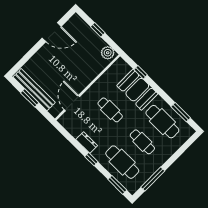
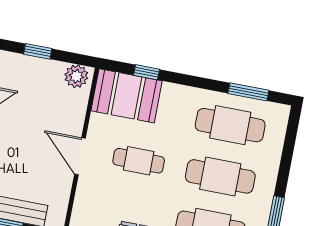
booth: (137, 90) -> (127, 96), moved
door: (72, 103) -> (80, 156), moved
cafe table: (142, 142) -> (220, 176), width x1.37, depth x1.35

